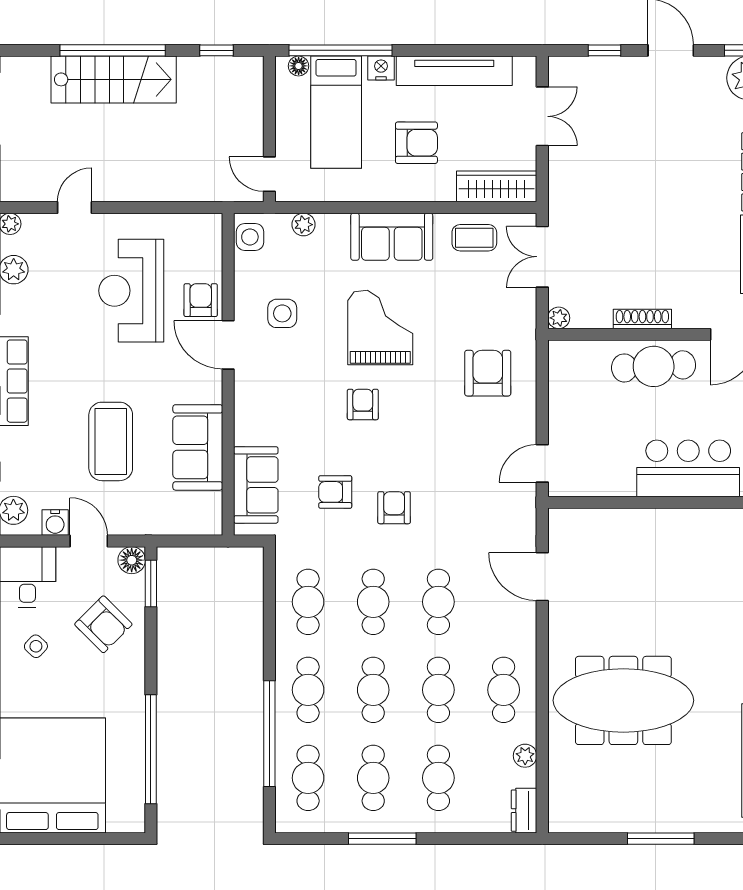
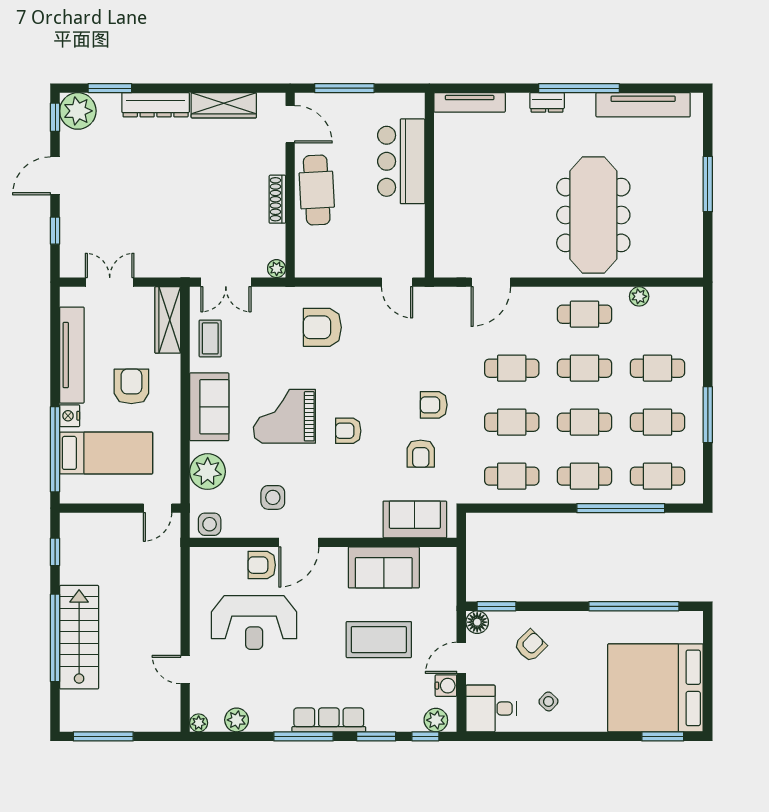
floor lamp: (299, 66) -> (68, 484), removed
plant: (303, 225) -> (208, 472), width x1.87, depth x1.87
armchair: (103, 624) -> (530, 646), width x0.72, depth x0.72
dresser: (524, 811) -> (685, 297), removed

